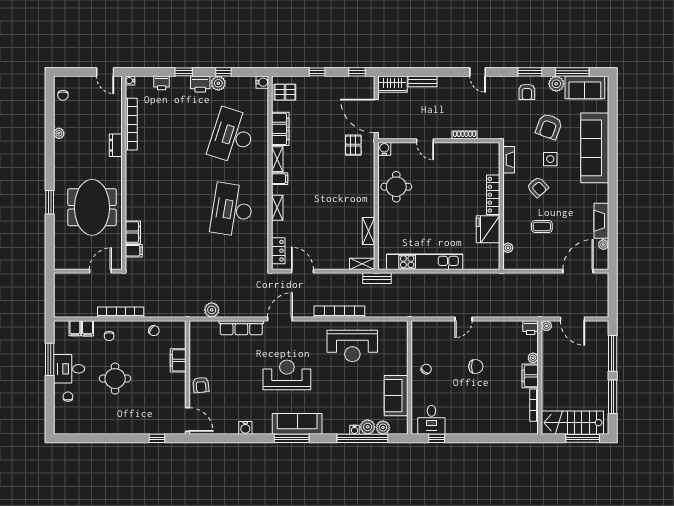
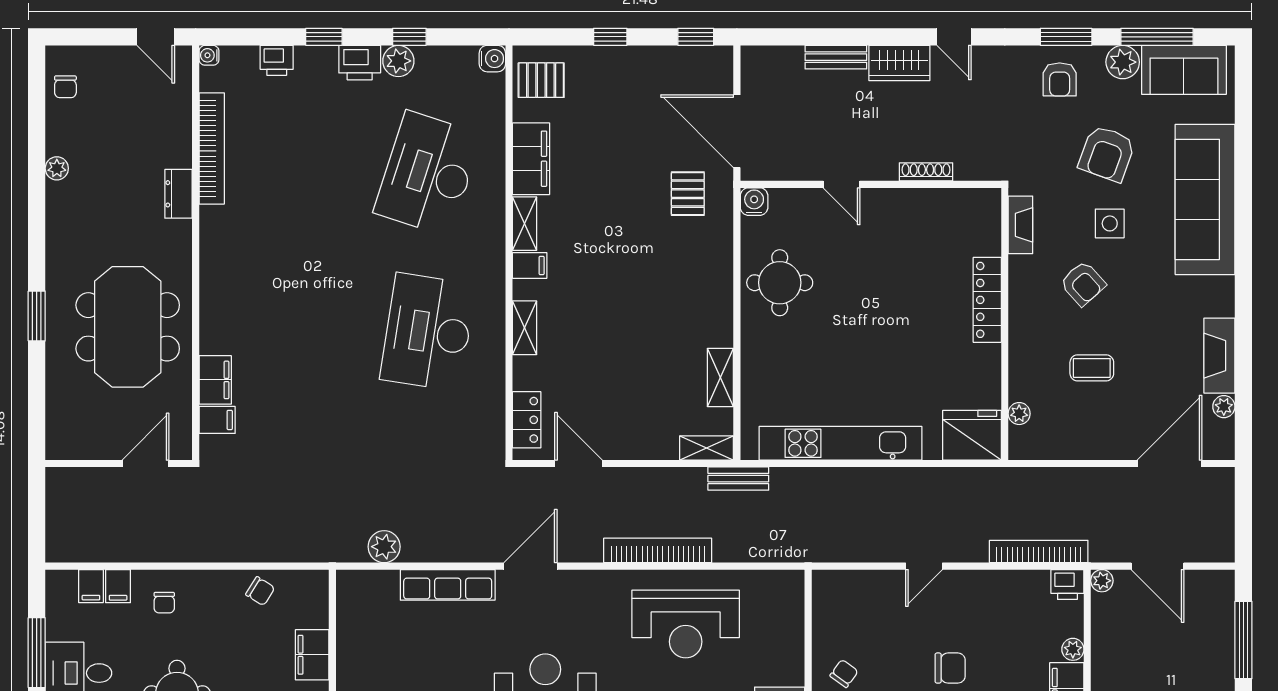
wardrobe: (393, 84) -> (899, 63), moved
fridge: (488, 229) -> (972, 435), moved, turned 90
bookcase: (121, 312) -> (1039, 552), moved

